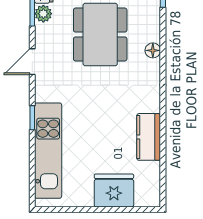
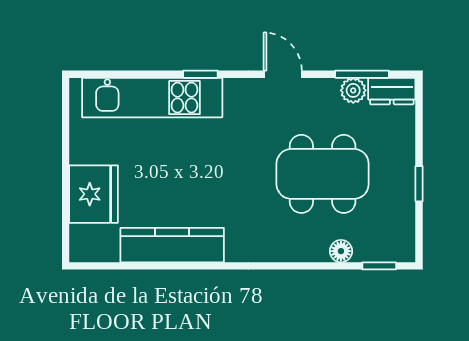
floor lamp: (153, 50) -> (341, 251), moved
kitchen counter: (149, 137) -> (172, 245), width x1.50

